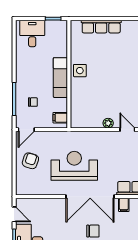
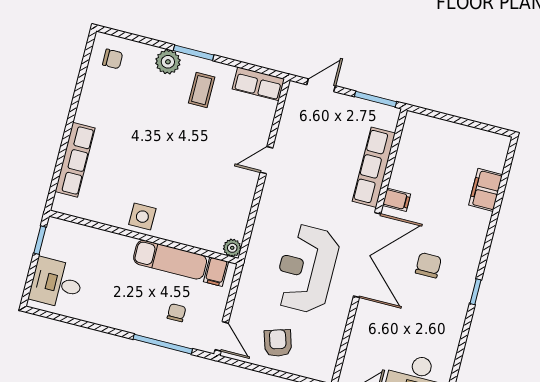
exam couch: (60, 78) -> (170, 260), moved
plant: (108, 123) -> (232, 248), moved
armchair: (30, 161) -> (278, 343), turned 55

